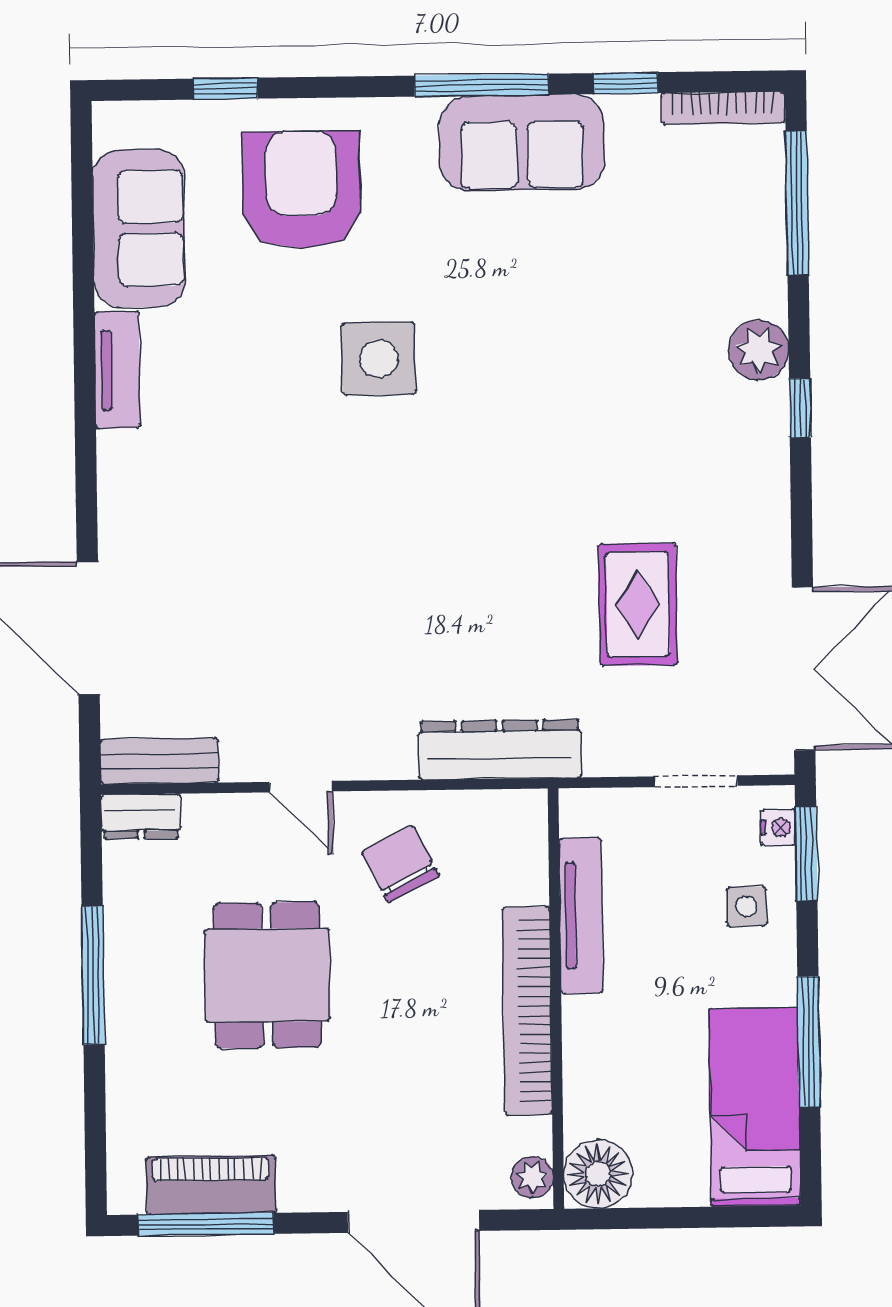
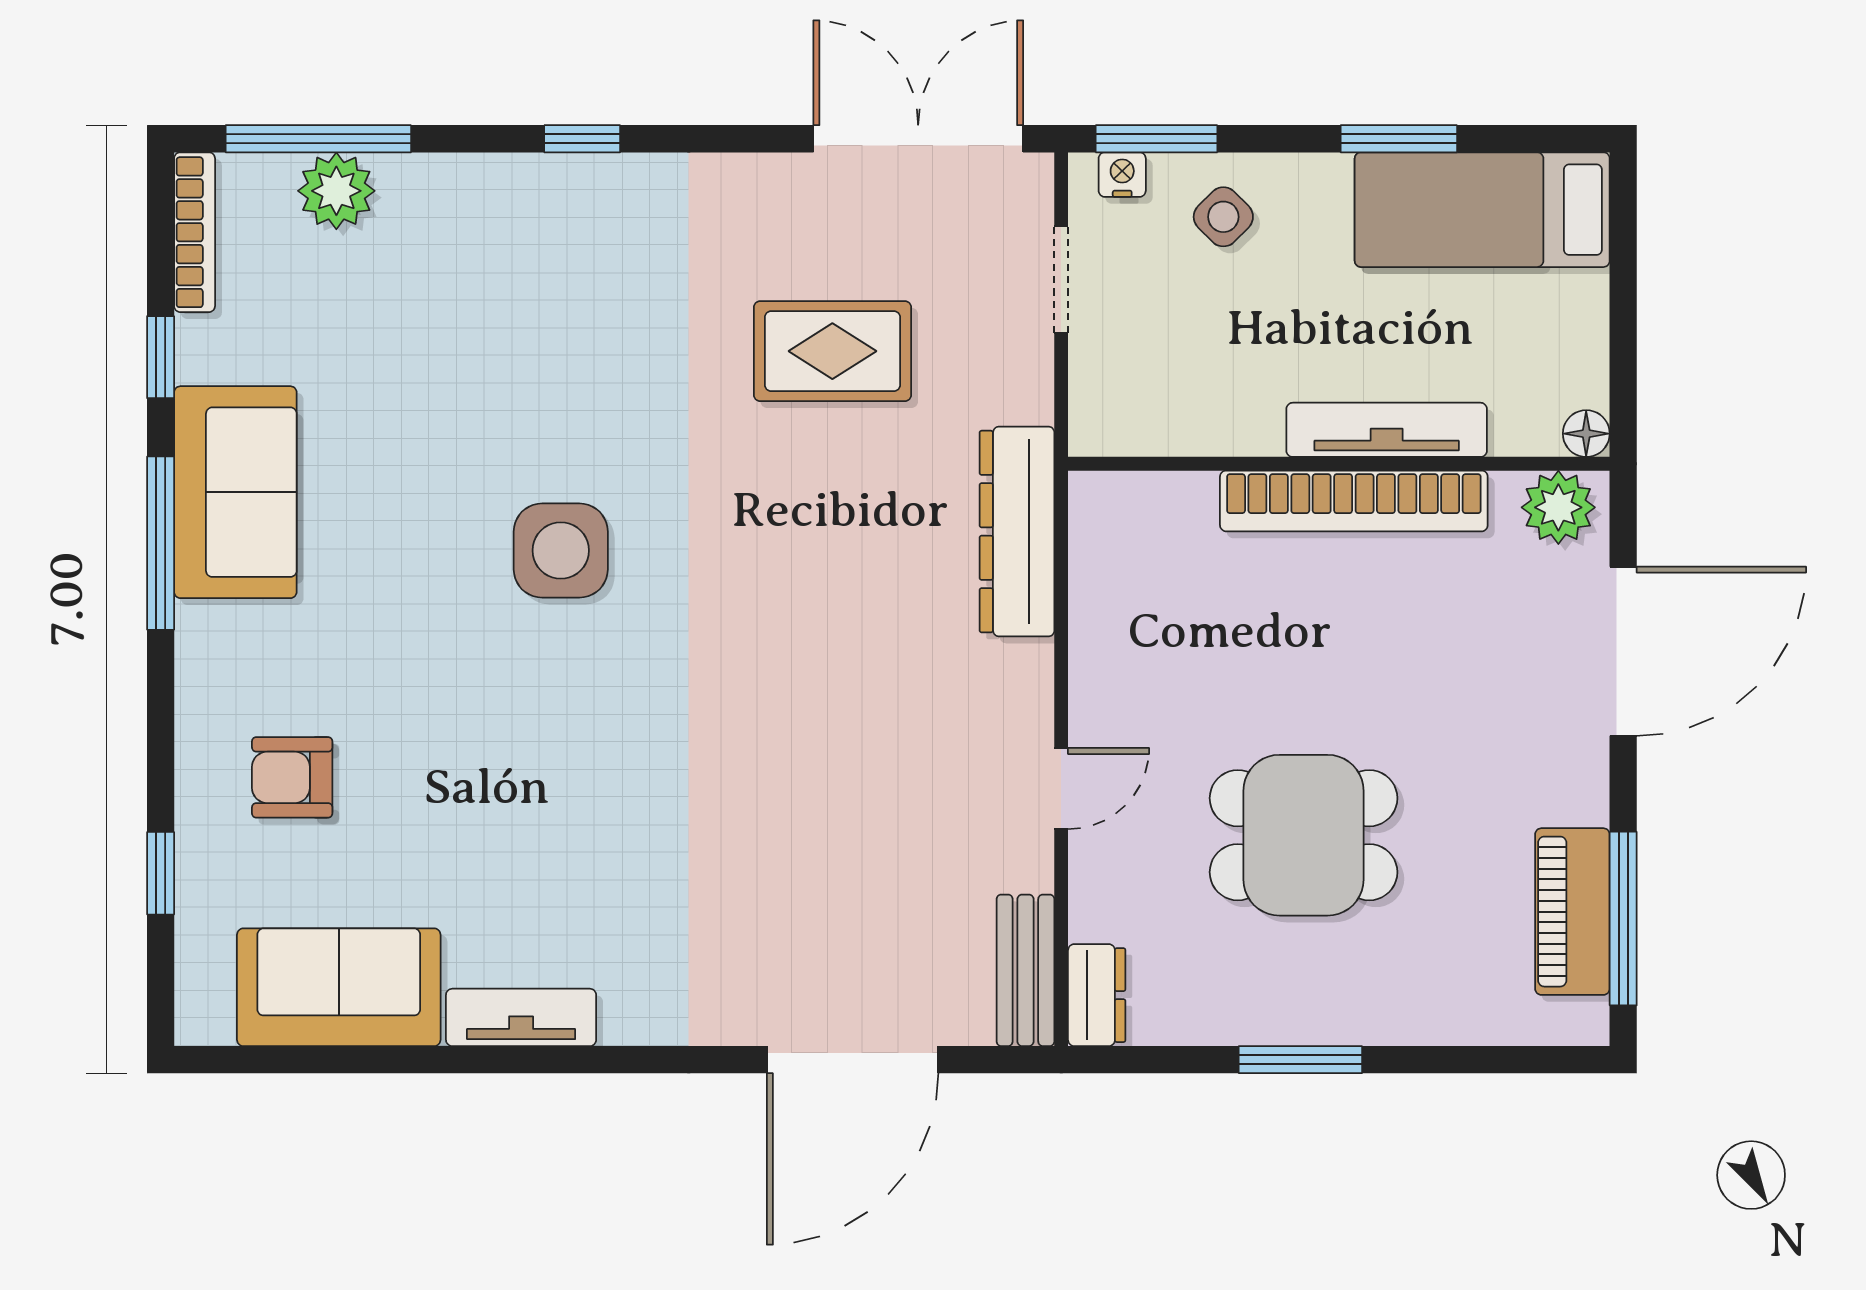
armchair: (301, 190) -> (292, 777), width x0.53, depth x0.53
plant: (759, 350) -> (336, 191), moved
side table: (379, 358) -> (561, 550), moved
chair: (400, 864) -> (1162, 662), removed
side table: (746, 906) -> (1223, 217), turned 45
tv unit: (581, 916) -> (1387, 430), moved
window: (93, 975) -> (1300, 1060), width x0.69
window: (809, 1042) -> (1399, 139), width x0.69
floor lamp: (598, 1174) -> (1586, 434), width x0.53, depth x0.53
plant: (532, 1177) -> (1558, 507), width x1.38, depth x1.38

